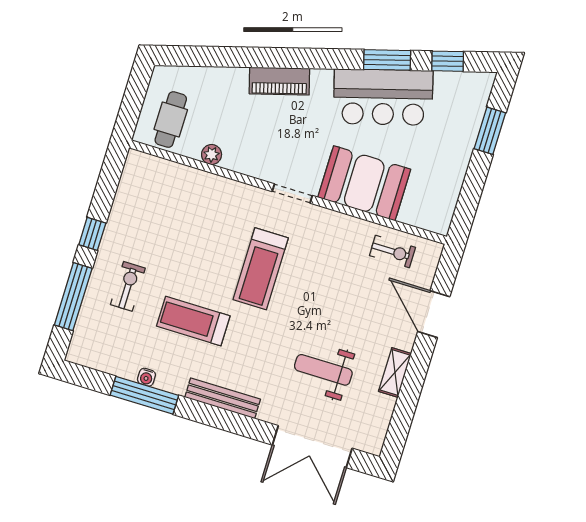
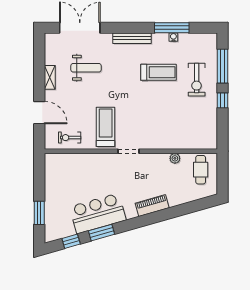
booth: (364, 183) -> (94, 167), removed
treadmill: (261, 269) -> (106, 127), moved
exercise bike: (128, 286) -> (197, 80), width x1.38, depth x1.39

